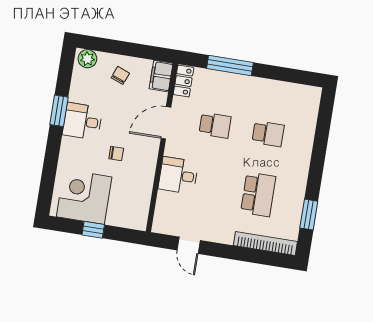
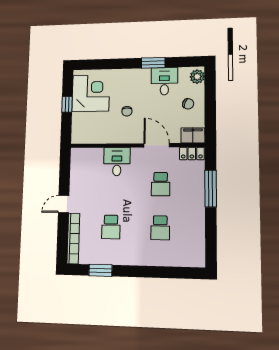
desk: (82, 121) -> (164, 81), moved
school desk: (258, 194) -> (111, 227), width x0.54
door: (189, 245) -> (64, 204), moved

